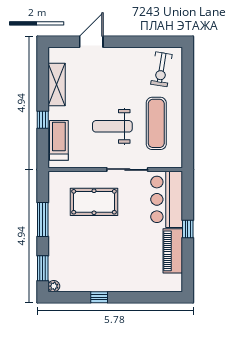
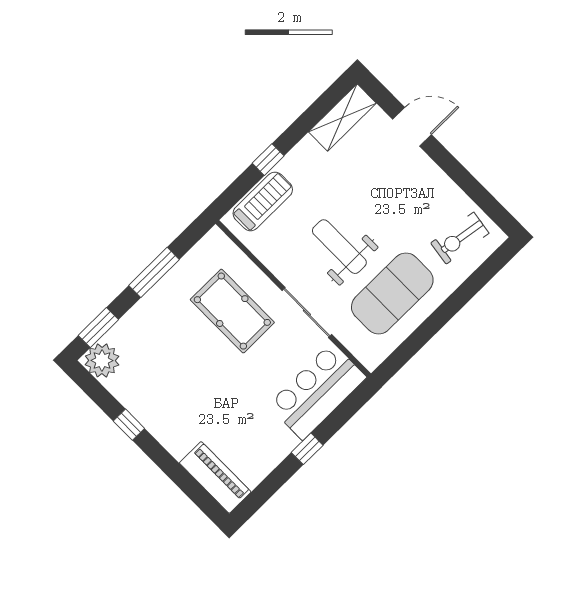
shelving: (57, 85) -> (342, 118), moved
exercise mat: (156, 123) -> (392, 293), width x1.47
piano: (173, 251) -> (215, 477), moved, turned 90
plant: (54, 286) -> (102, 360), width x1.88, depth x1.88

